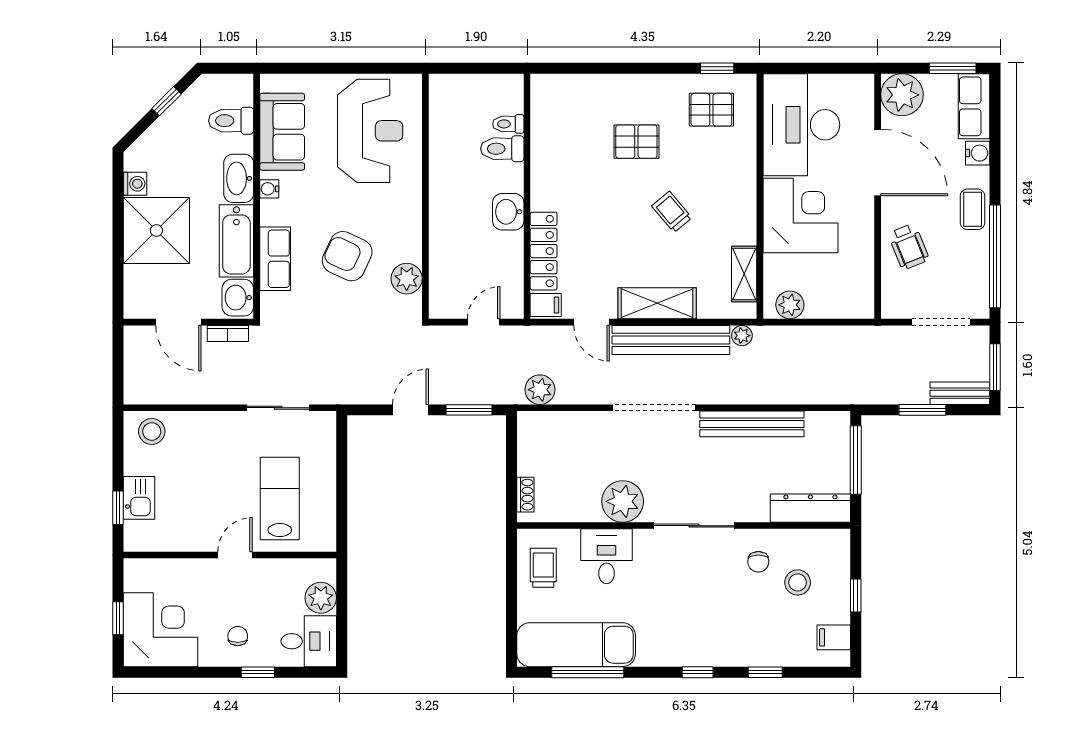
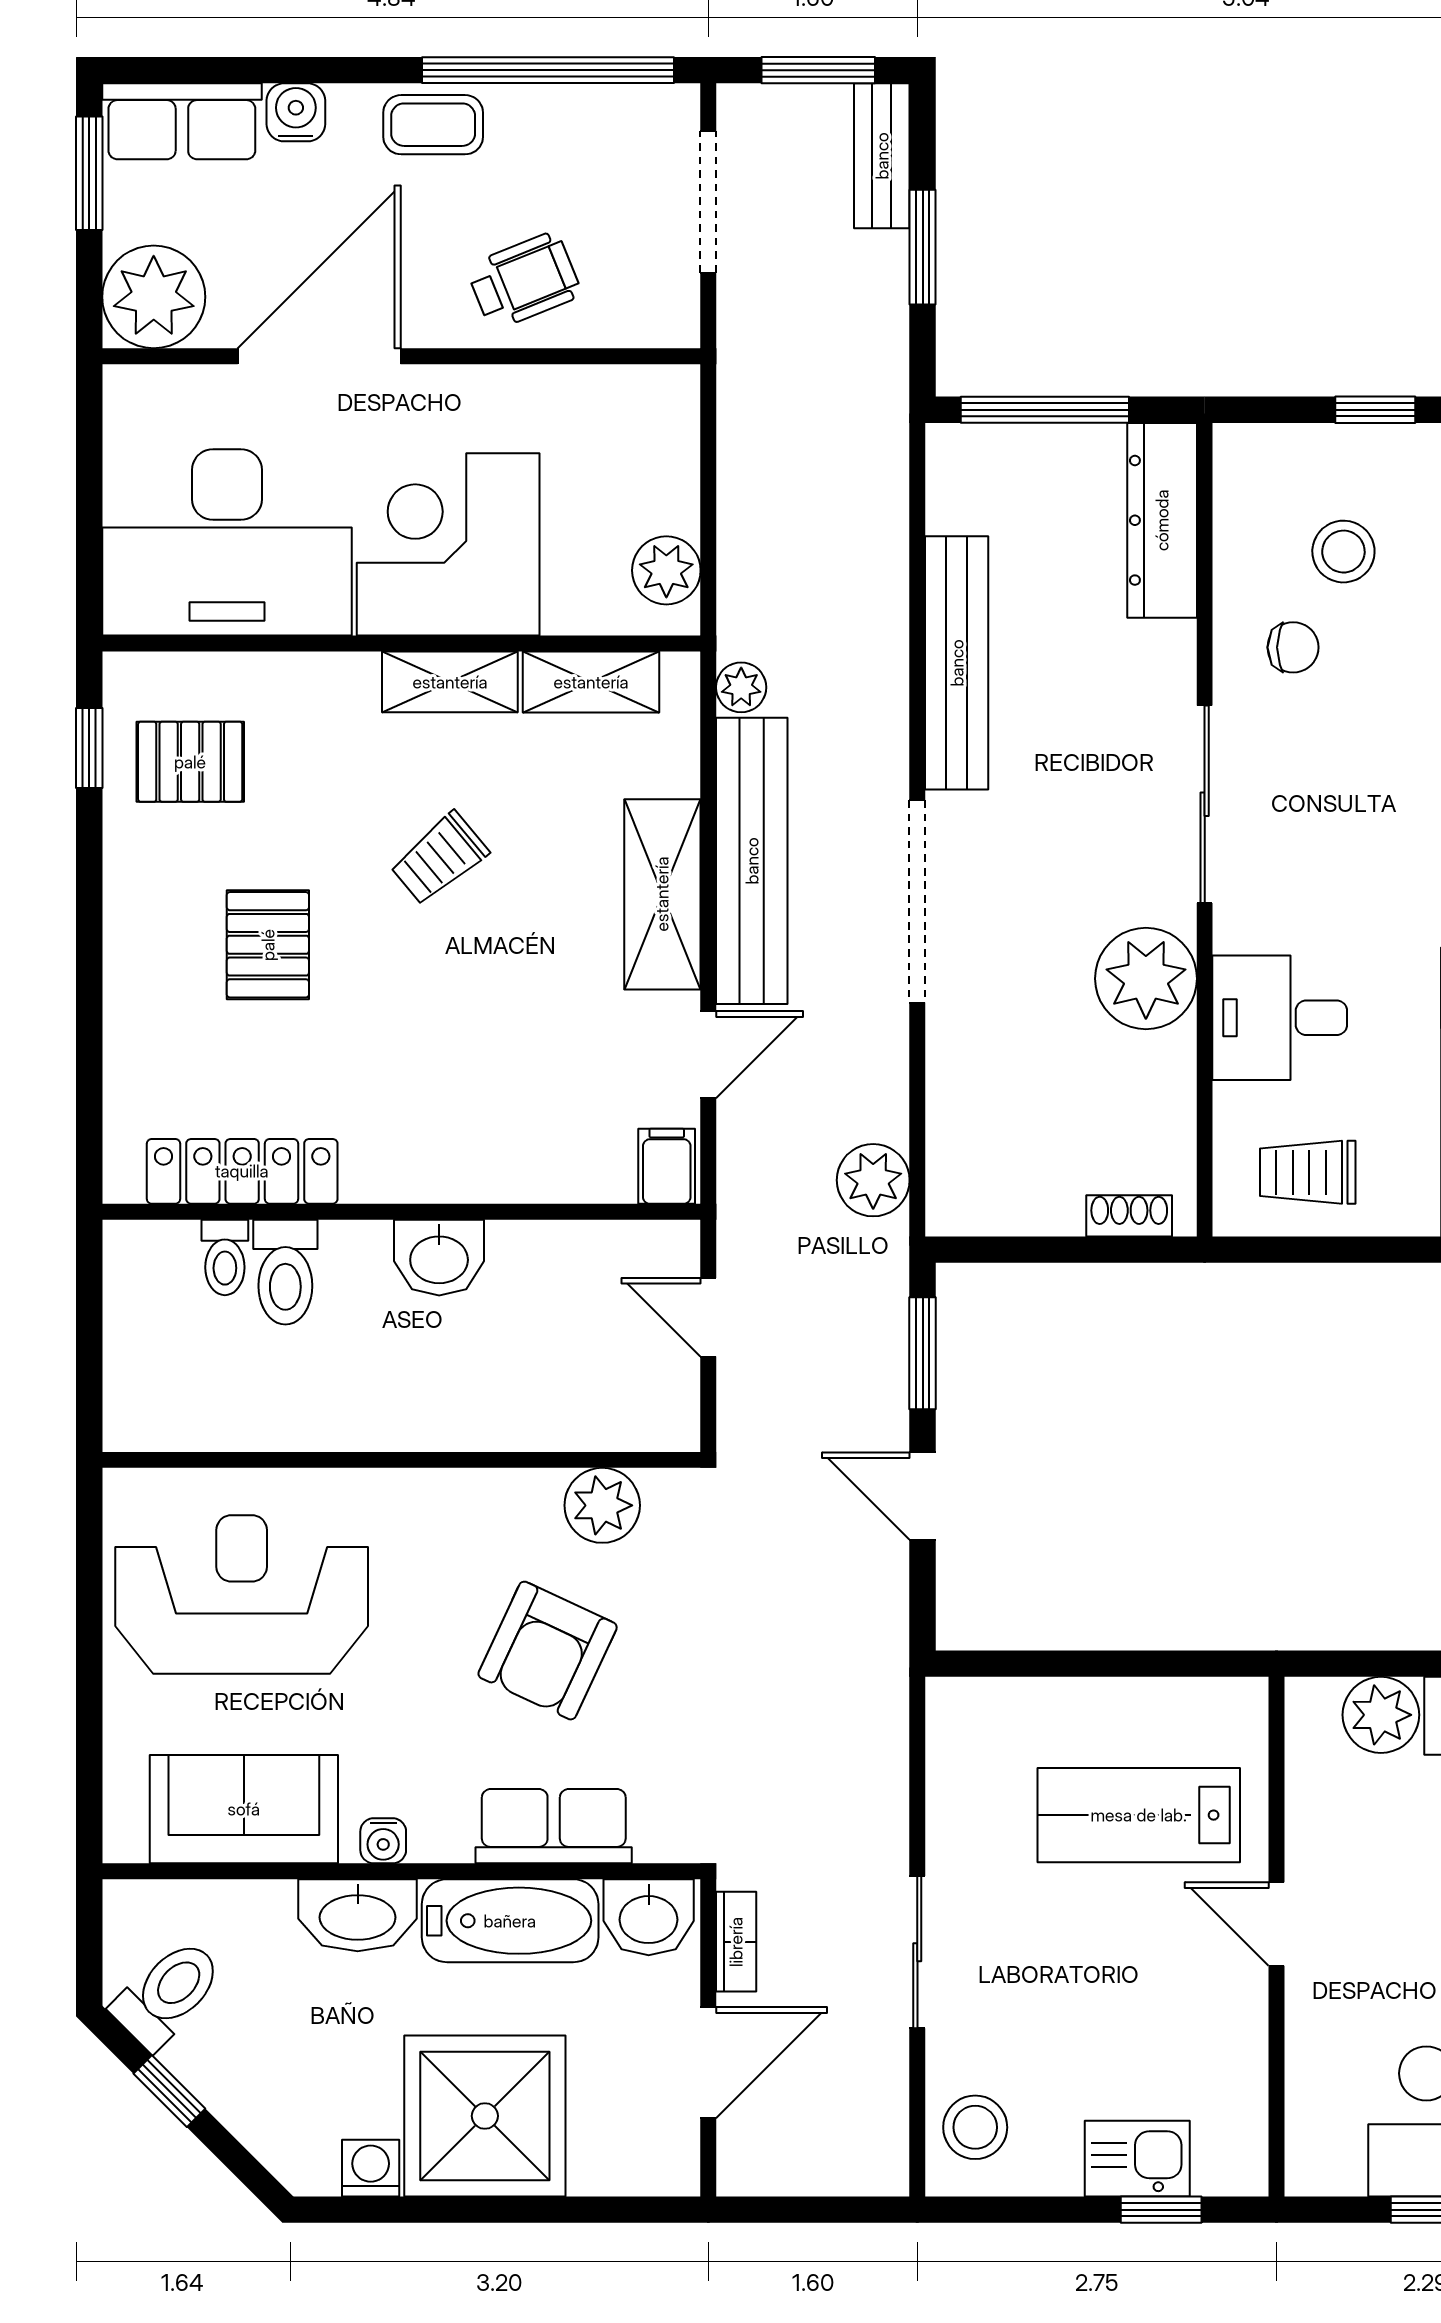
pallet: (711, 110) -> (190, 762), turned 90
toilet: (231, 121) -> (168, 1994), moved, turned -135
shelving: (744, 216) -> (450, 682), added
locker: (544, 251) -> (242, 1171), moved
sliding door: (278, 408) -> (917, 1952), moved

